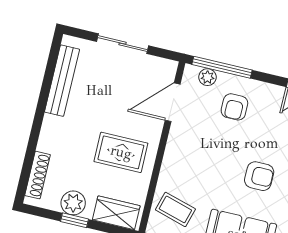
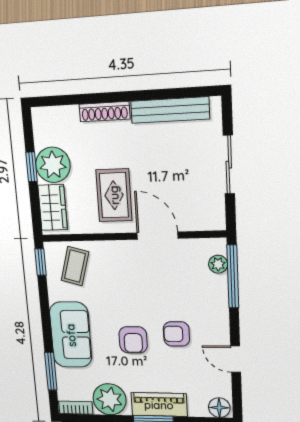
door: (173, 102) -> (157, 236), moved
armchair: (234, 107) -> (176, 334), moved
shoe rack: (38, 175) -> (105, 112), moved
plant: (73, 203) -> (53, 165), width x1.36, depth x1.36

